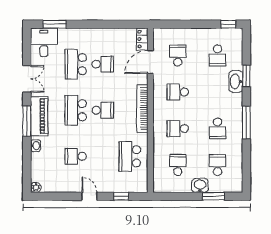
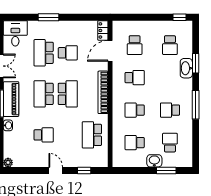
window: (55, 24) -> (49, 17), moved
school desk: (178, 56) -> (135, 45), turned 180
school desk: (178, 92) -> (135, 78), turned 180
school desk: (103, 110) -> (68, 94), width x1.85
school desk: (218, 128) -> (170, 110), turned 90
school desk: (76, 156) -> (44, 135), turned 180
school desk: (178, 165) -> (135, 143), turned -90

